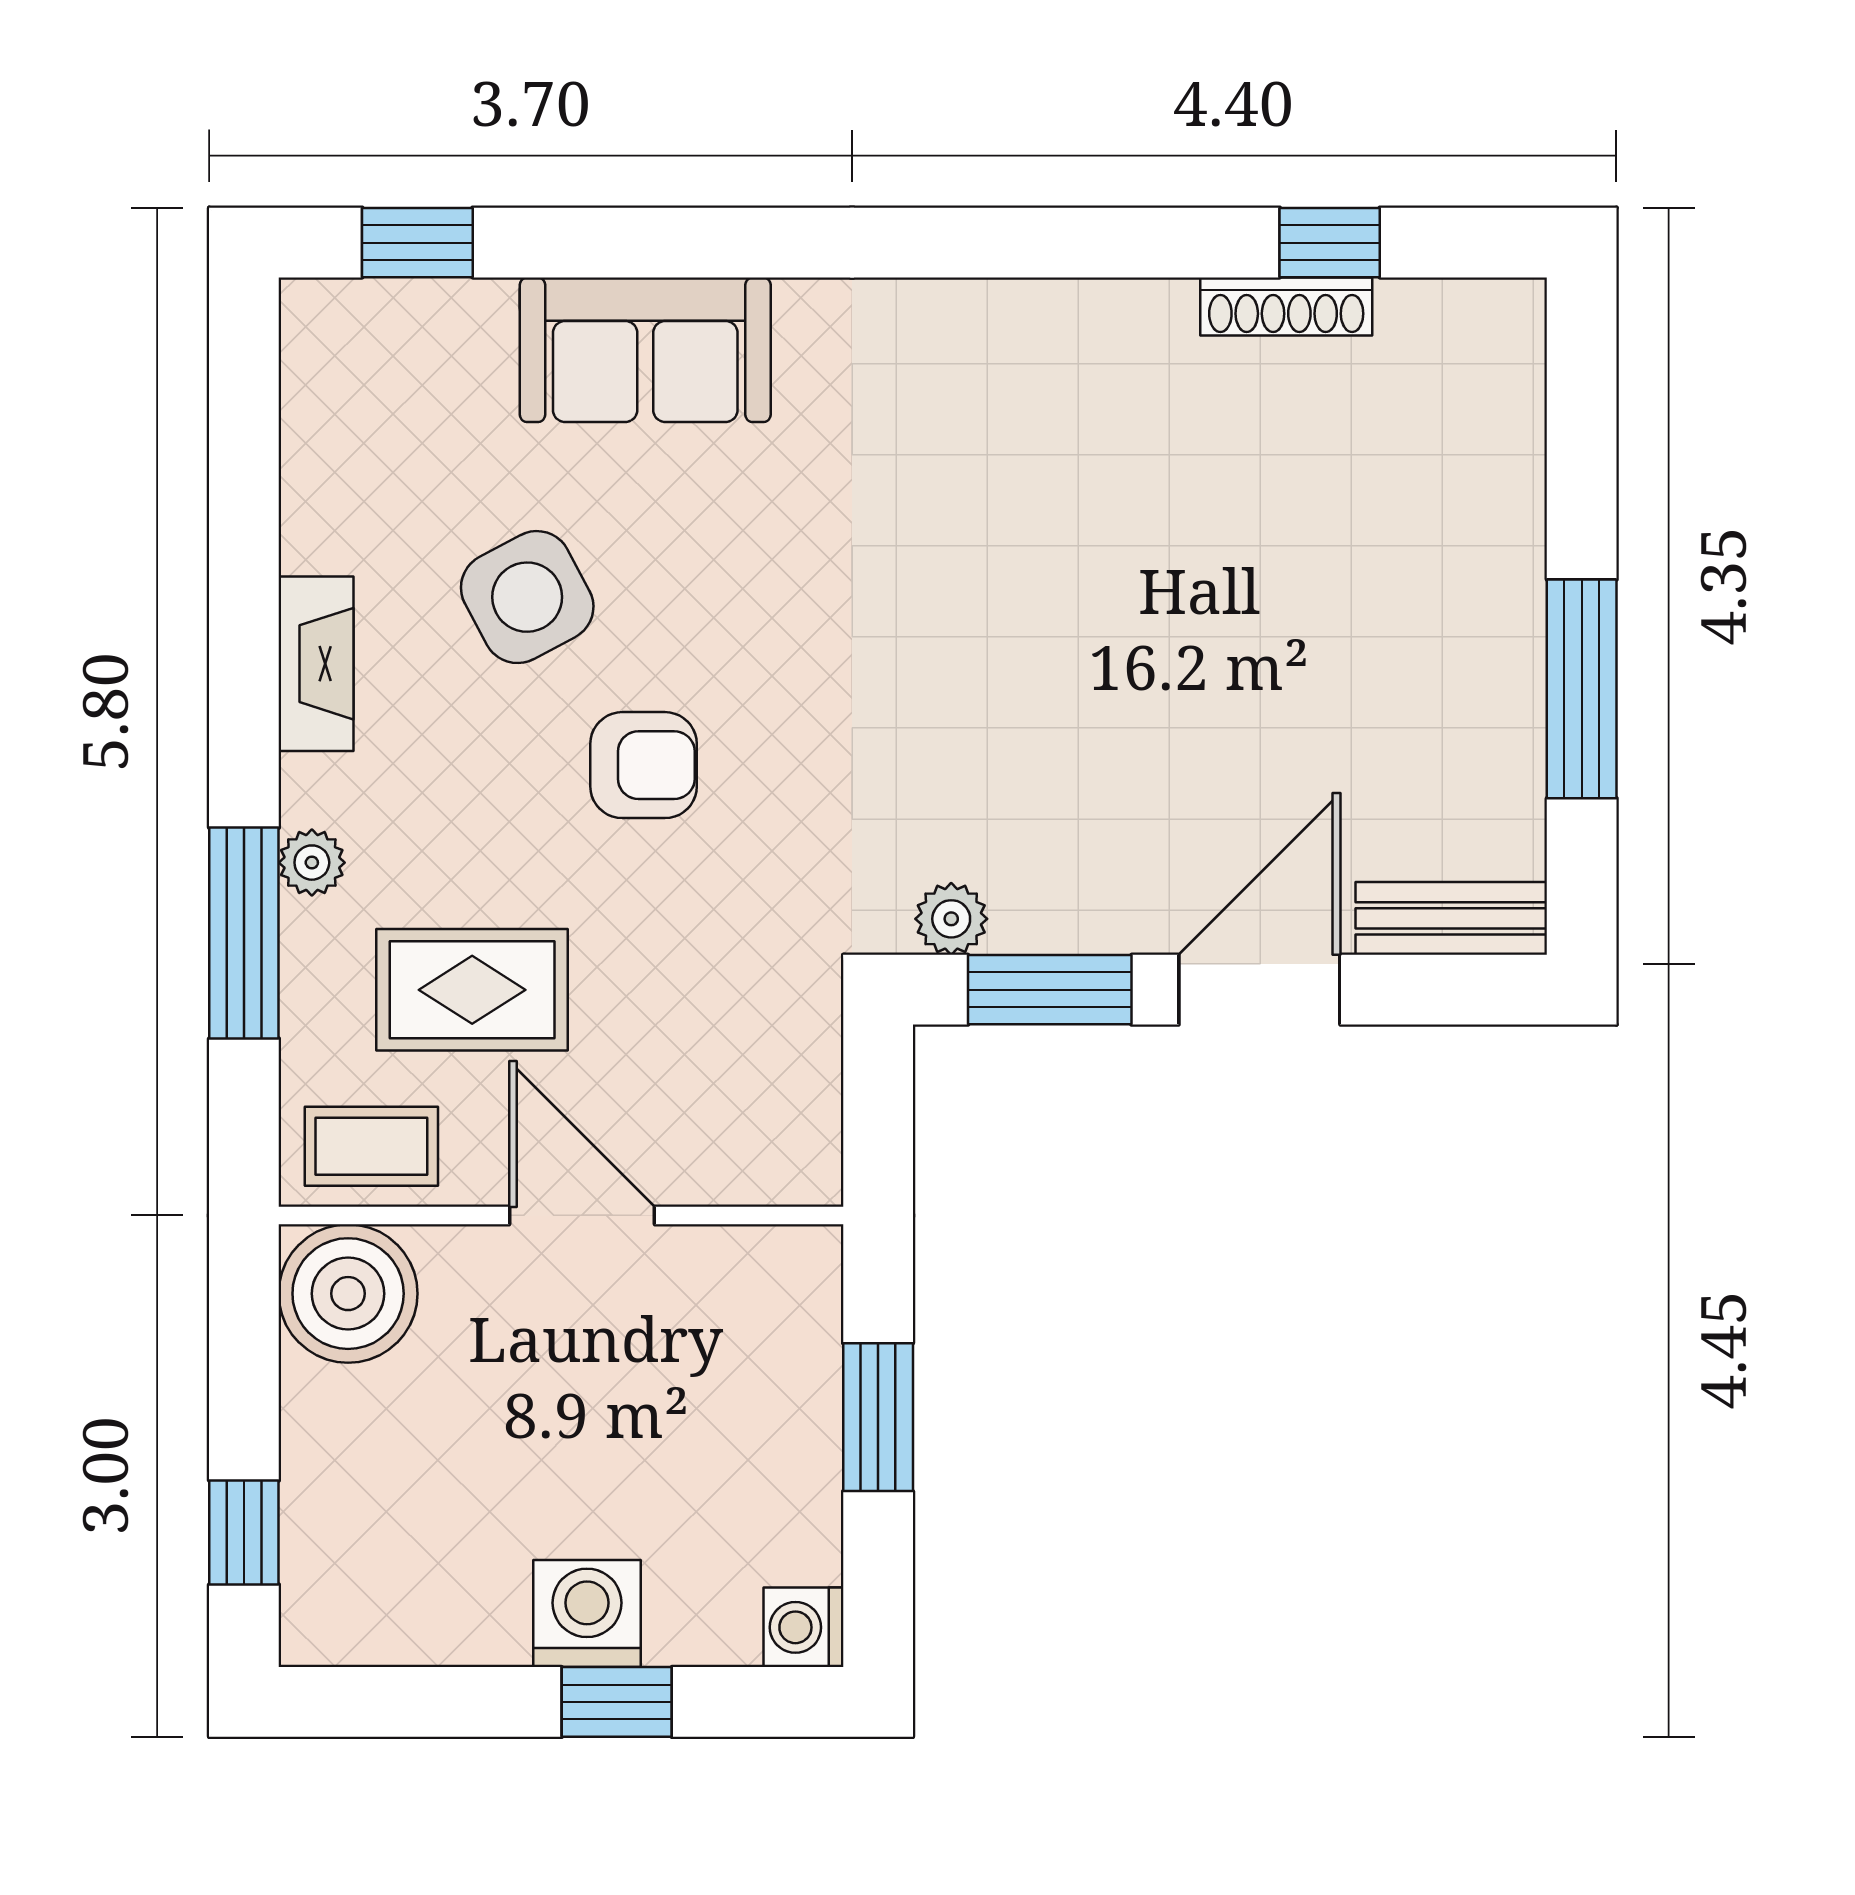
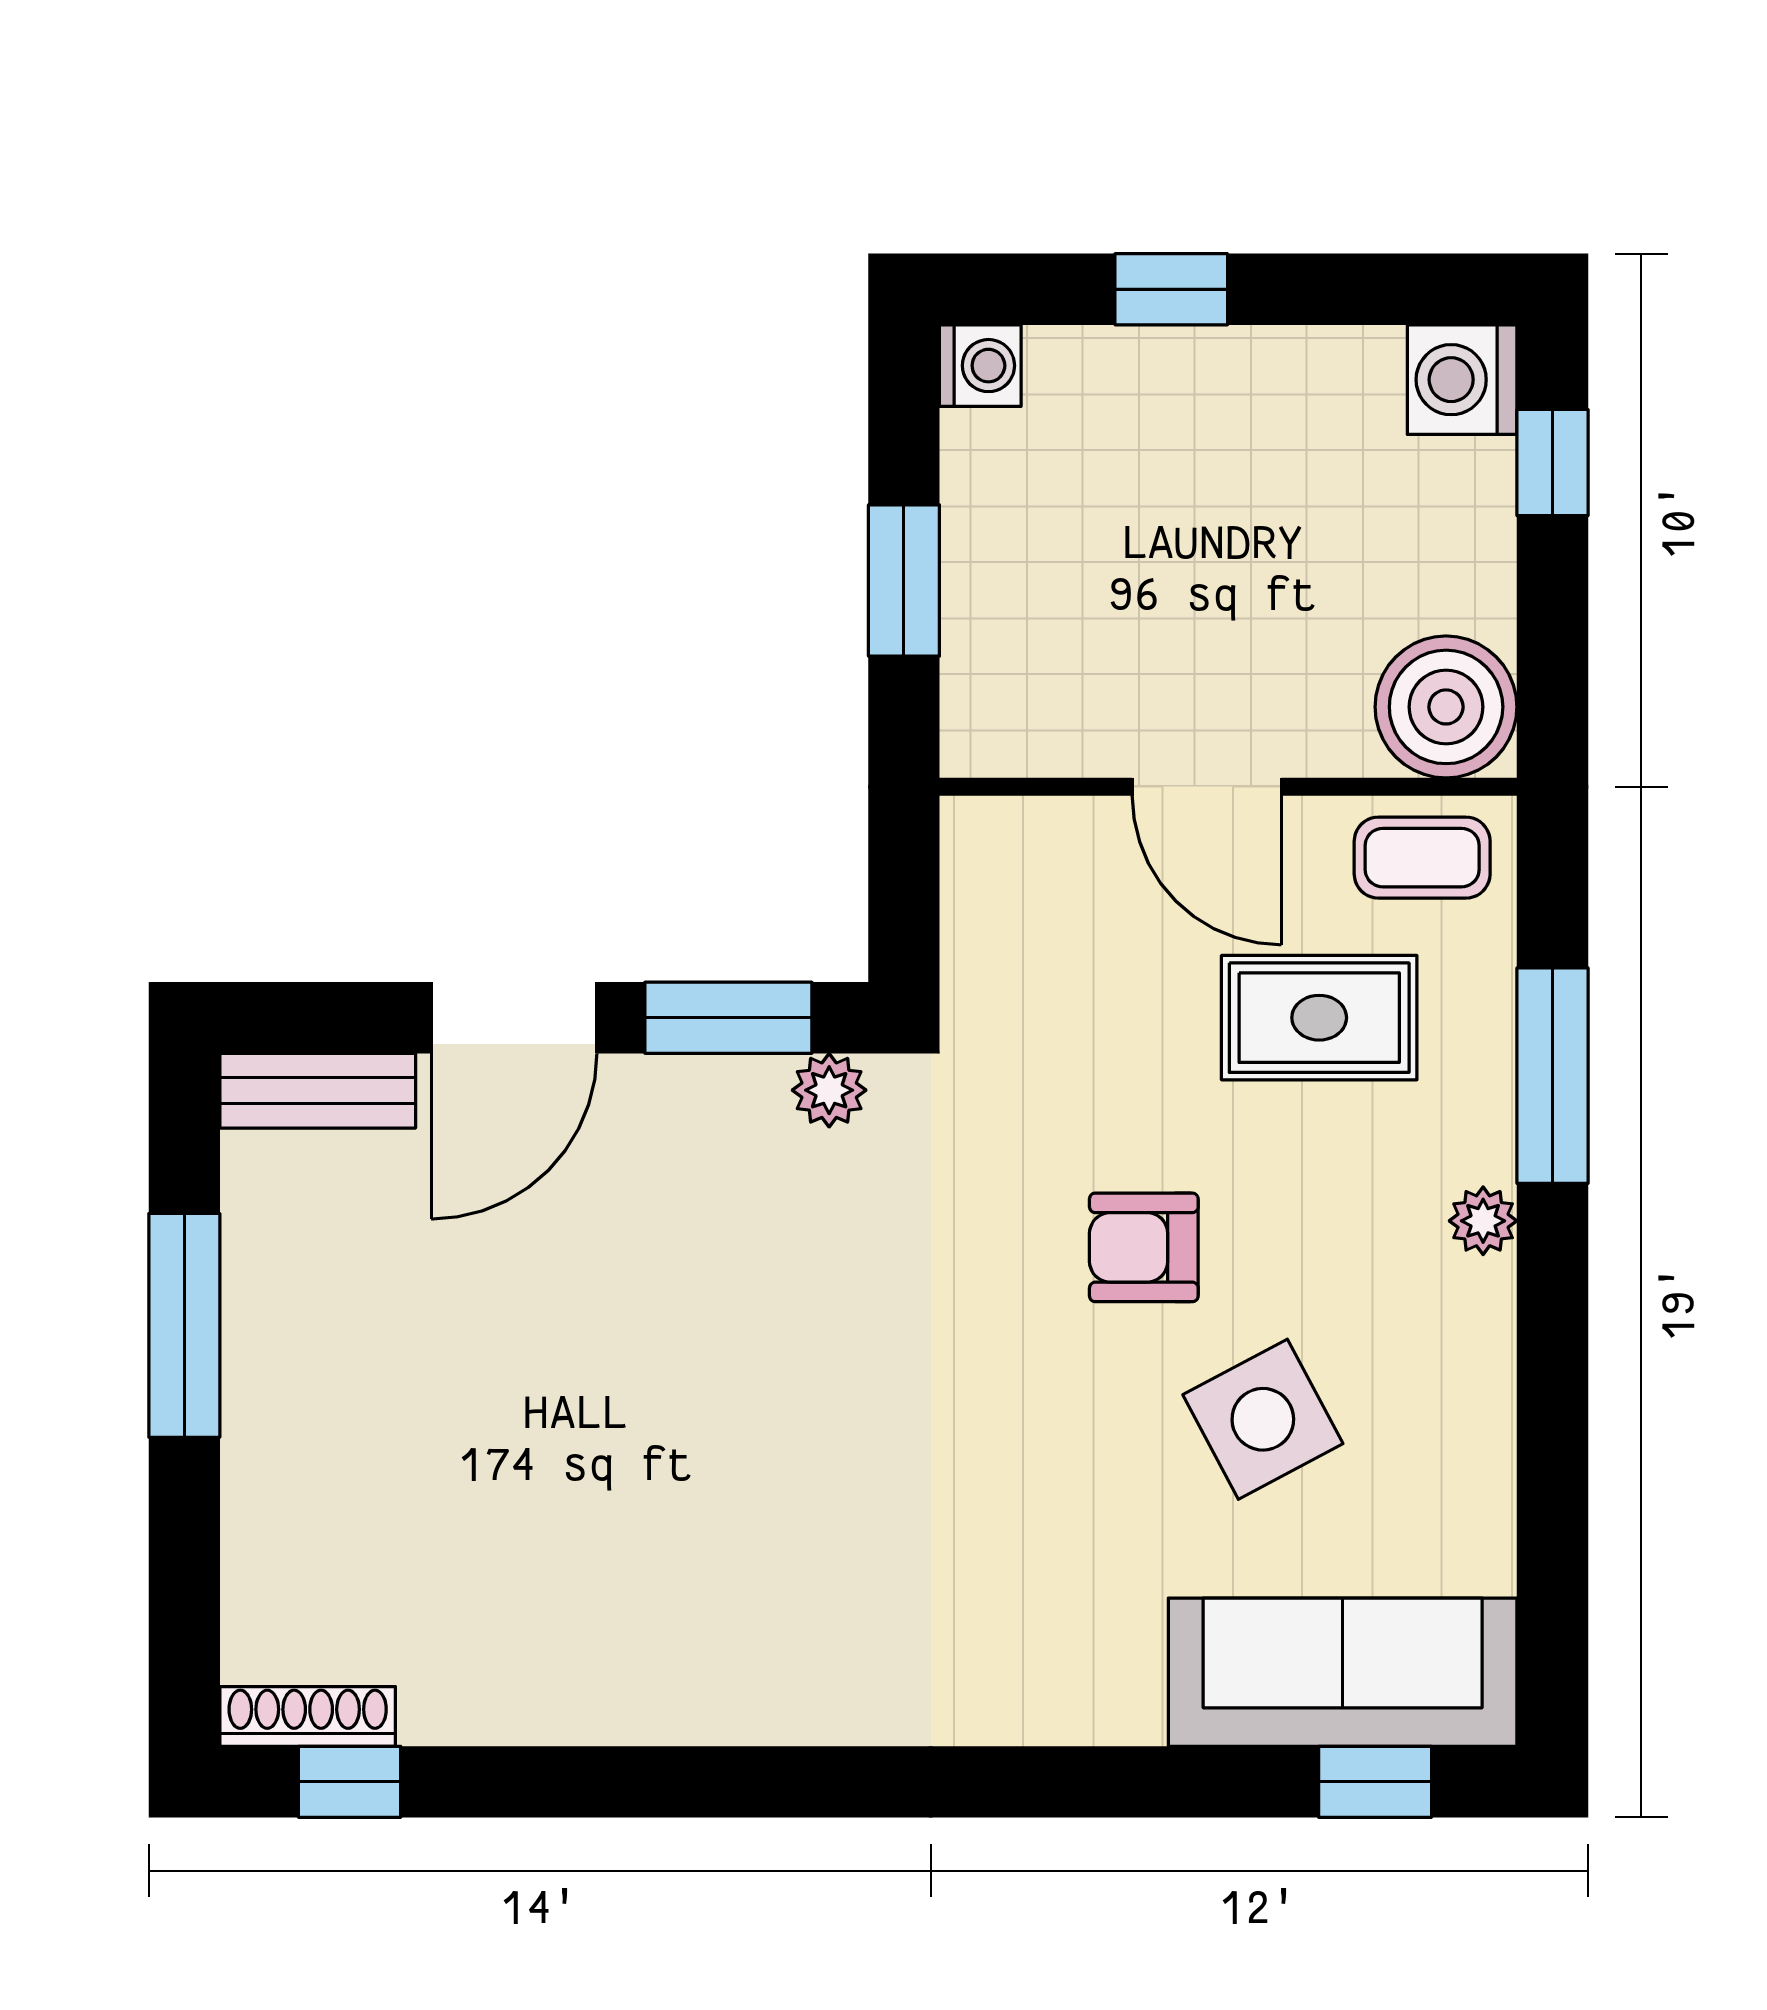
window: (1330, 243) -> (350, 1782), moved
shoe rack: (1286, 306) -> (308, 1716), moved
sofa: (645, 350) -> (1343, 1672), moved, width x1.36
fireplace: (316, 664) -> (1479, 1351), removed
plant: (312, 863) -> (1483, 1221), moved
washing machine: (587, 1614) -> (1462, 380), moved, turned 90

